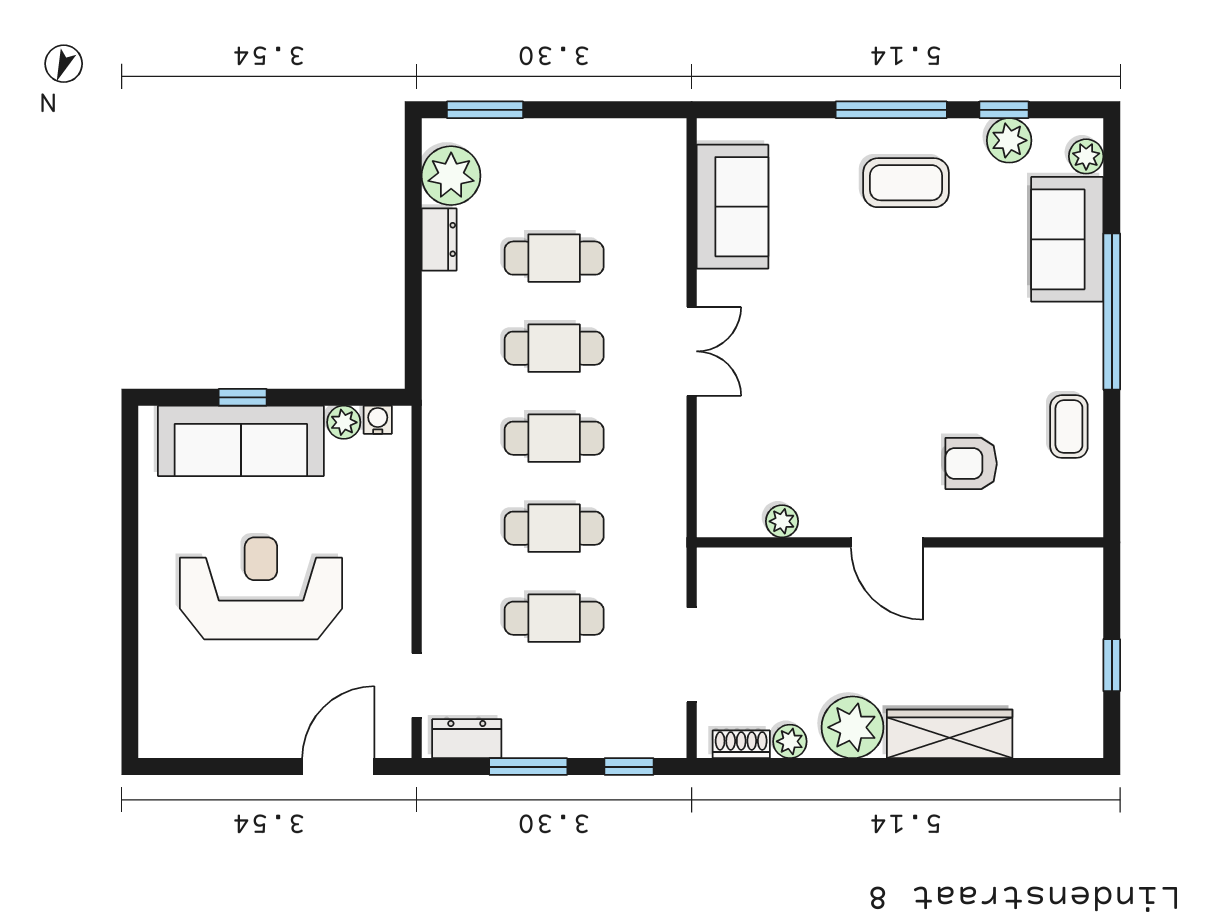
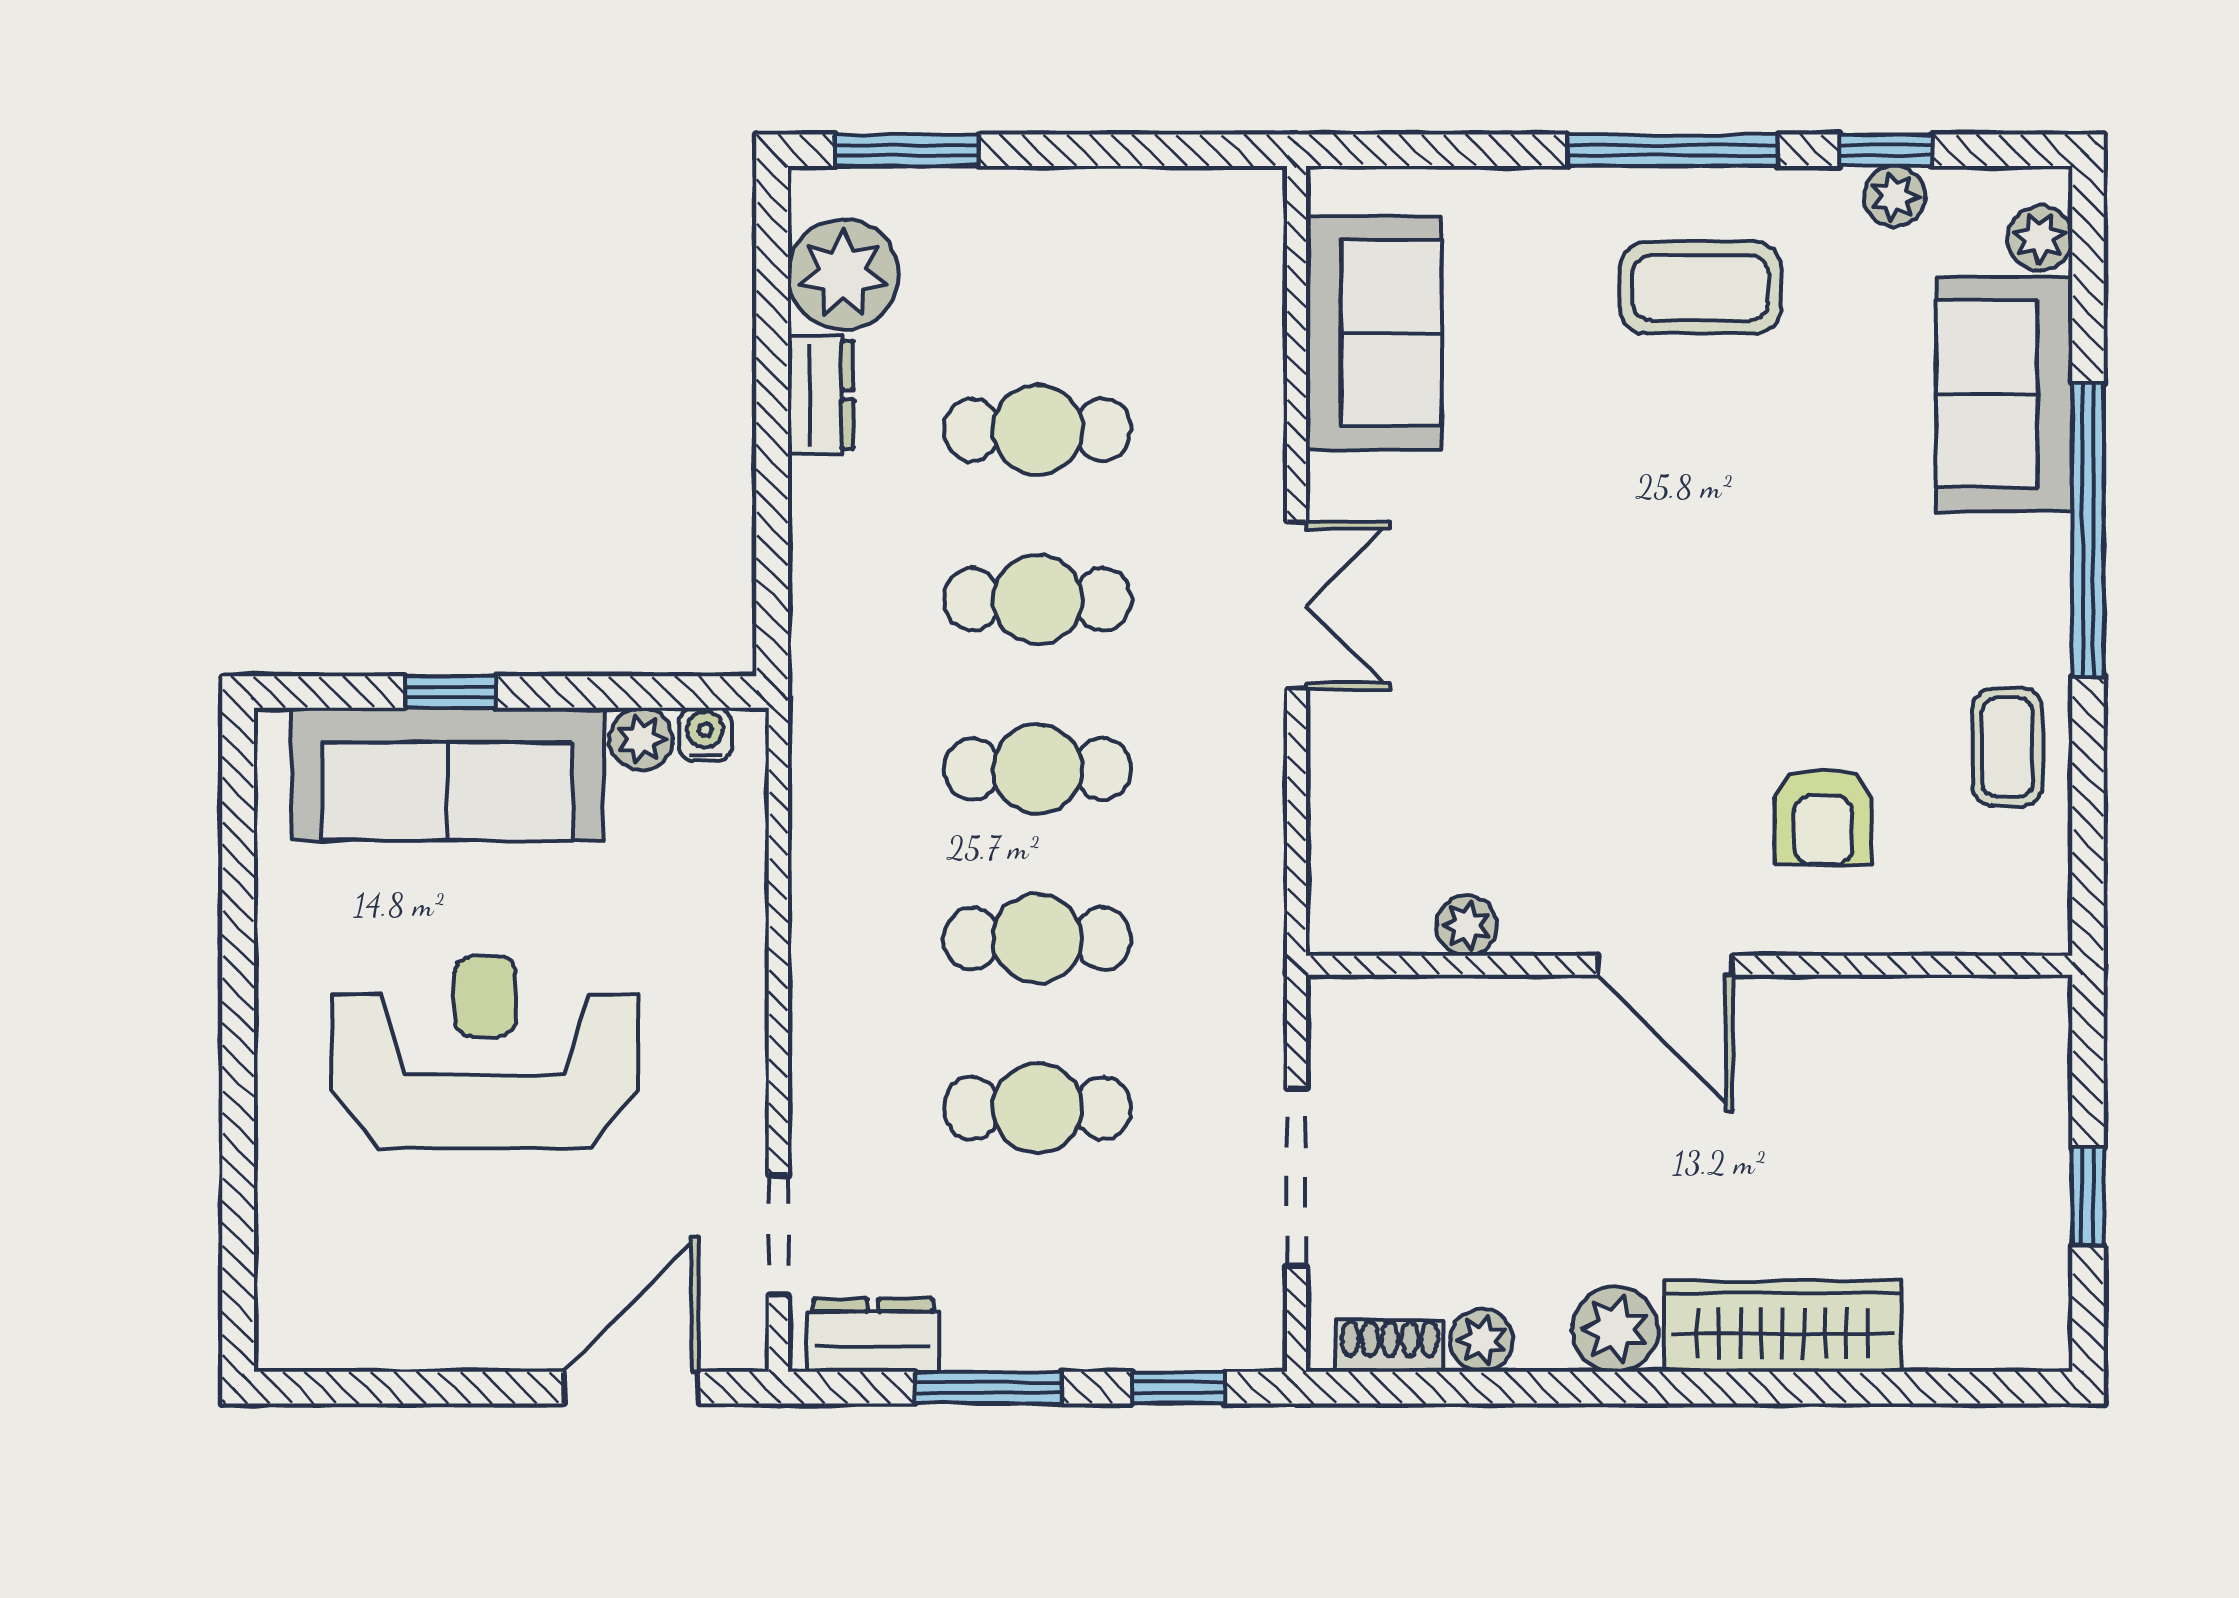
plant: (1009, 140) -> (1895, 197), width x0.73, depth x0.73
armchair: (971, 464) -> (1823, 817), turned -90
plant: (853, 727) -> (1615, 1329), width x0.73, depth x0.73

